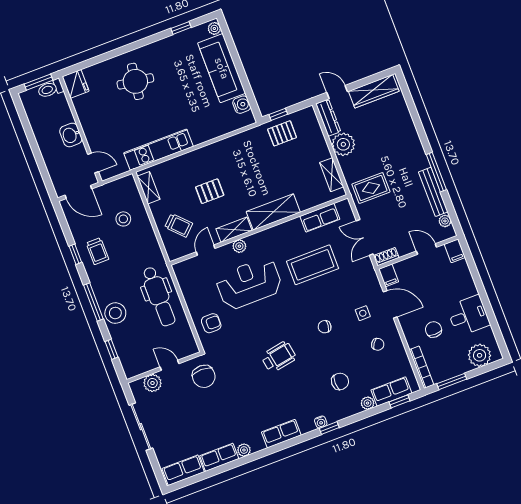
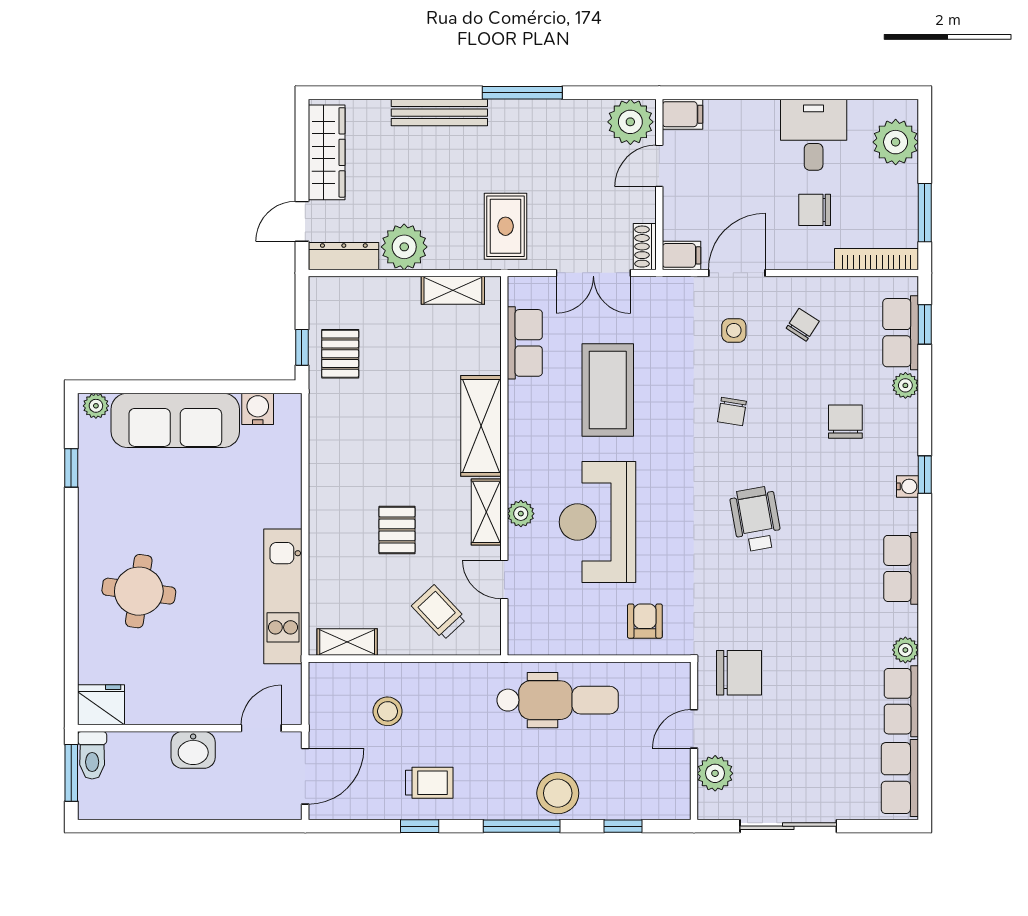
bench: (433, 192) -> (439, 113), moved
plant: (445, 221) -> (630, 122), width x1.88, depth x1.88
trolley: (179, 225) -> (439, 612), turned -89

